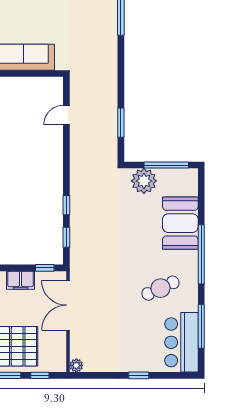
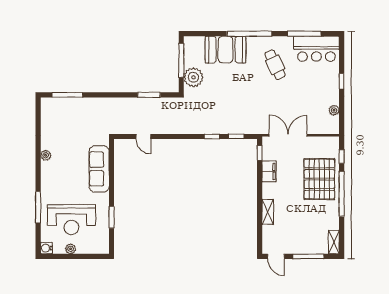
double door: (68, 305) -> (288, 135), swing flipped
plant: (76, 365) -> (334, 110), moved

